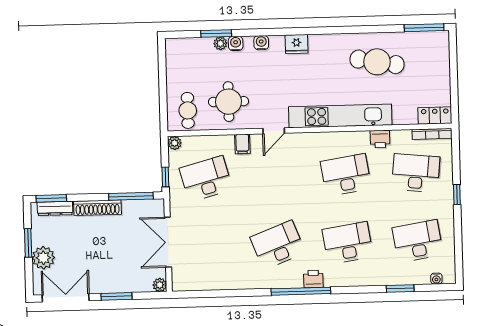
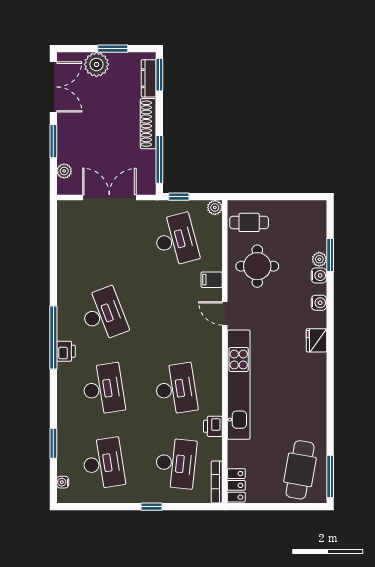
cafe table: (377, 62) -> (300, 470), moved
plant: (160, 285) -> (64, 171), moved

